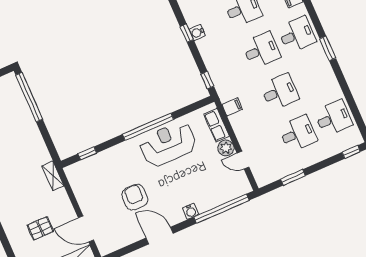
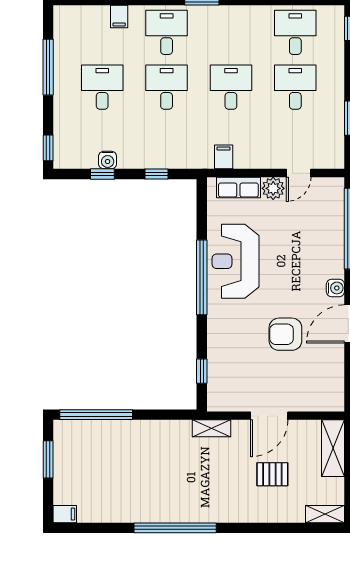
window: (207, 80) -> (156, 174), moved
water cooler: (191, 211) -> (335, 288), moved
pallet: (40, 228) -> (272, 474), turned 90
door: (86, 229) -> (269, 416), moved

